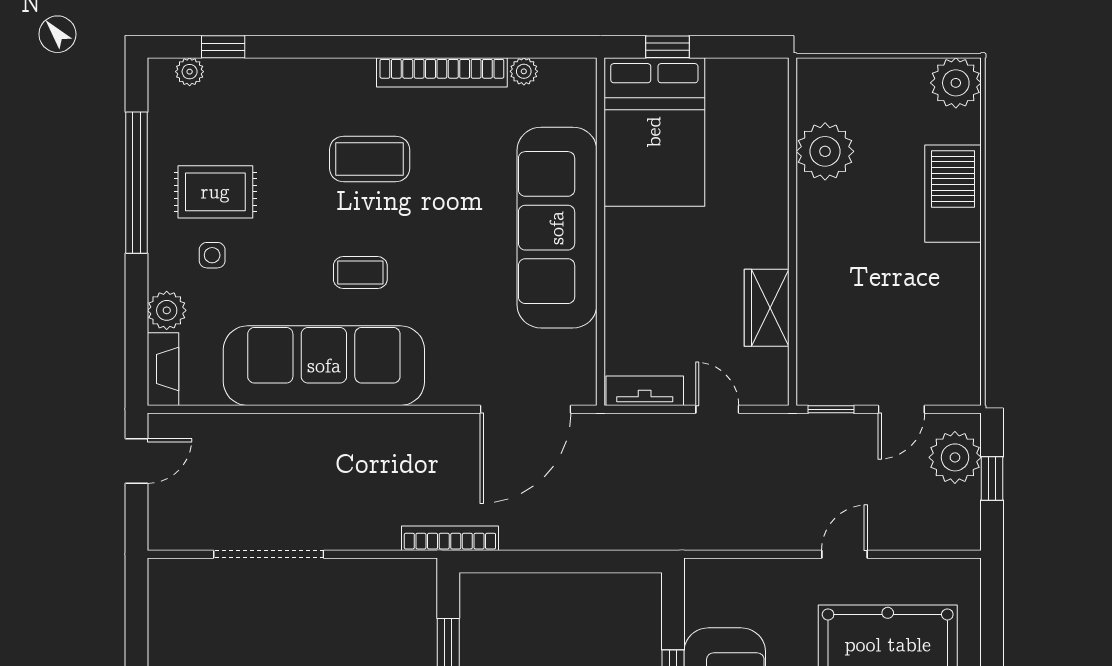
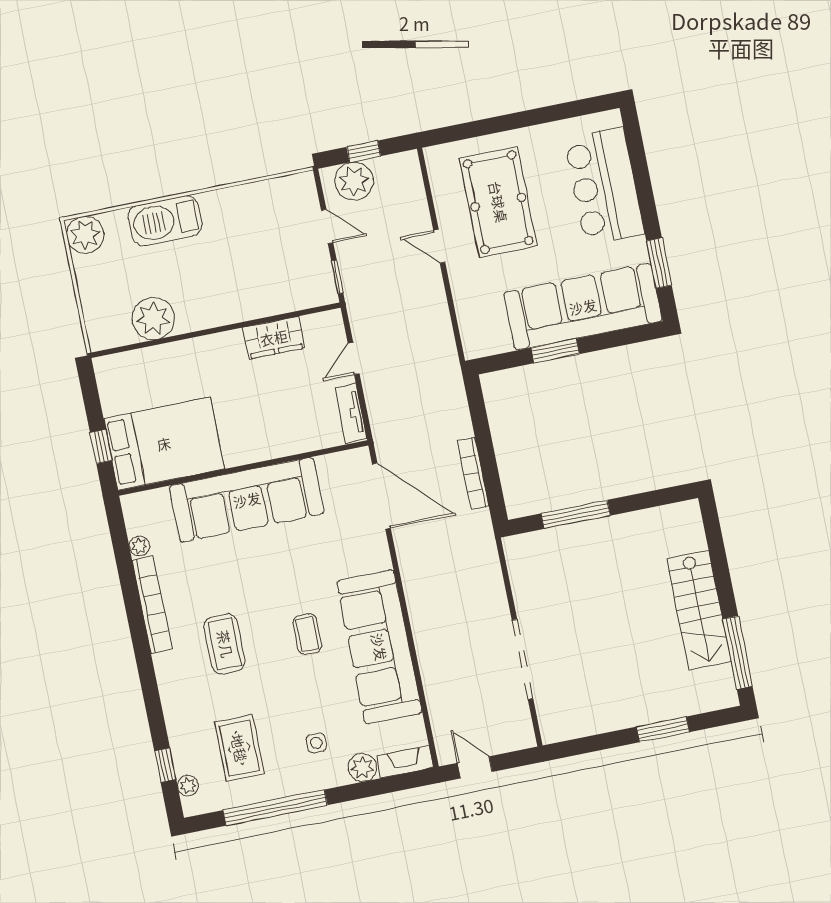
rug: (215, 192) -> (239, 748), moved
bookcase: (450, 538) -> (473, 473), moved

